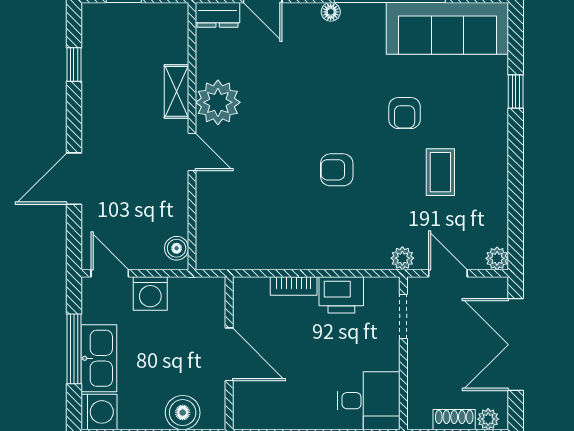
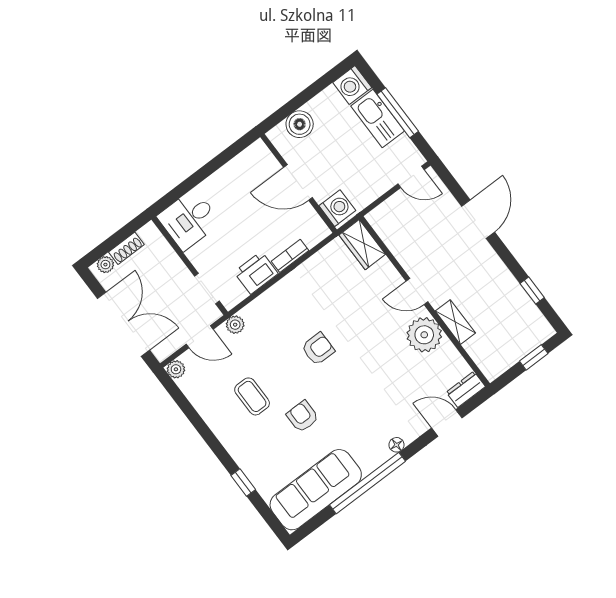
wardrobe: (212, 242) -> (362, 245), added
boiler: (177, 248) -> (381, 224), removed
washing machine: (150, 294) -> (337, 208), moved, turned 90

